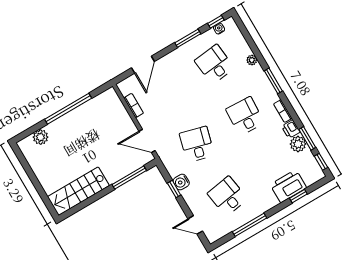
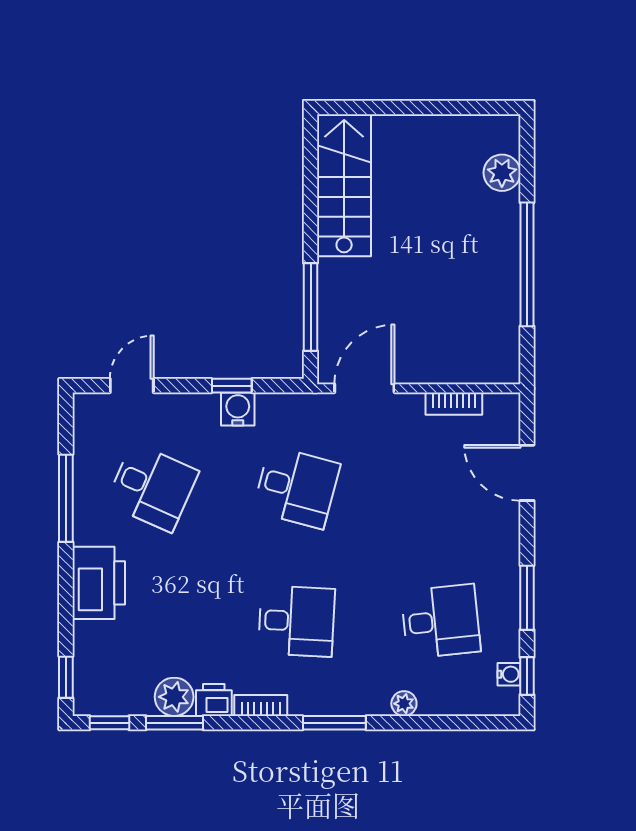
printer: (288, 186) -> (99, 583), moved
desk: (227, 196) -> (152, 487), turned 33
window: (298, 196) -> (66, 677), moved

